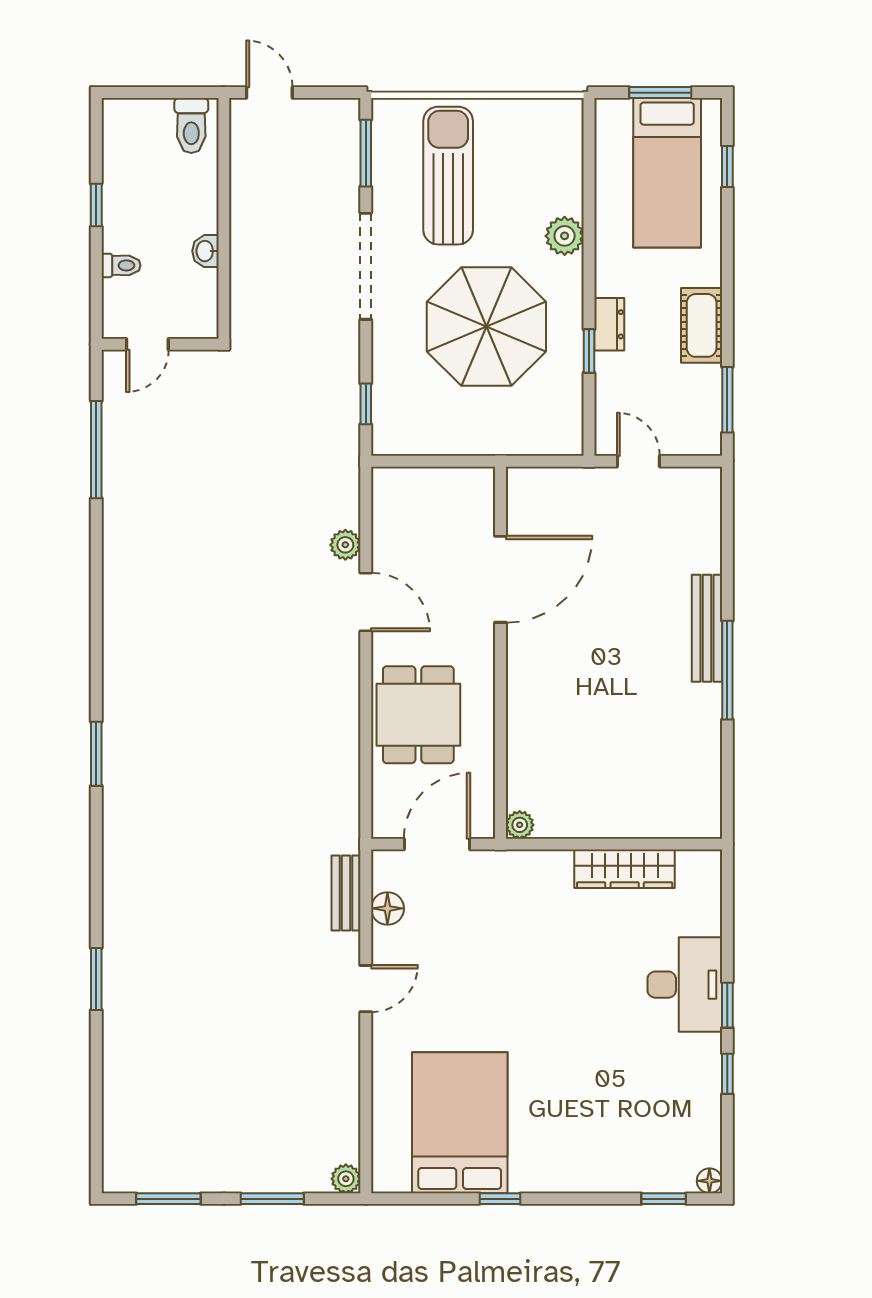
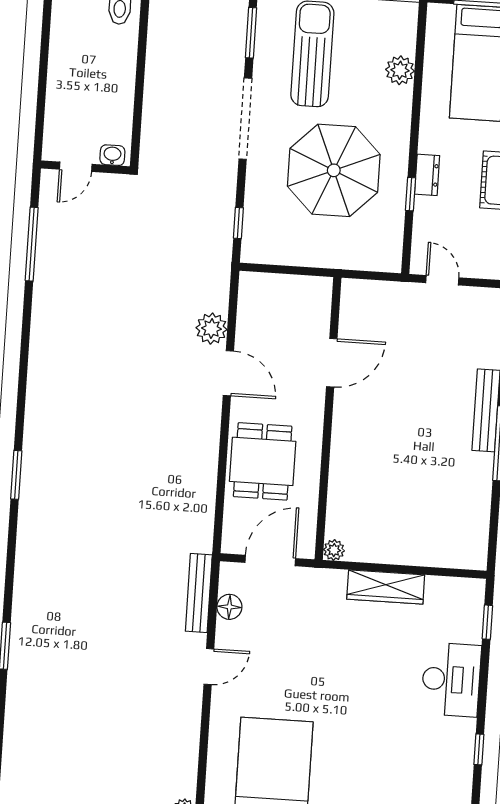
window: (96, 205) -> (44, 59), removed
plant: (565, 236) -> (400, 70), moved
washbasin: (206, 251) -> (112, 155), moved, turned 90
toilet: (121, 265) -> (60, 106), removed
plant: (345, 545) -> (211, 329), width x1.38, depth x1.38
door: (500, 579) -> (332, 363), width x0.73
wardrobe: (625, 869) -> (386, 587), moved
bench: (346, 893) -> (199, 593), width x1.36
window: (727, 1005) -> (487, 622), moved

